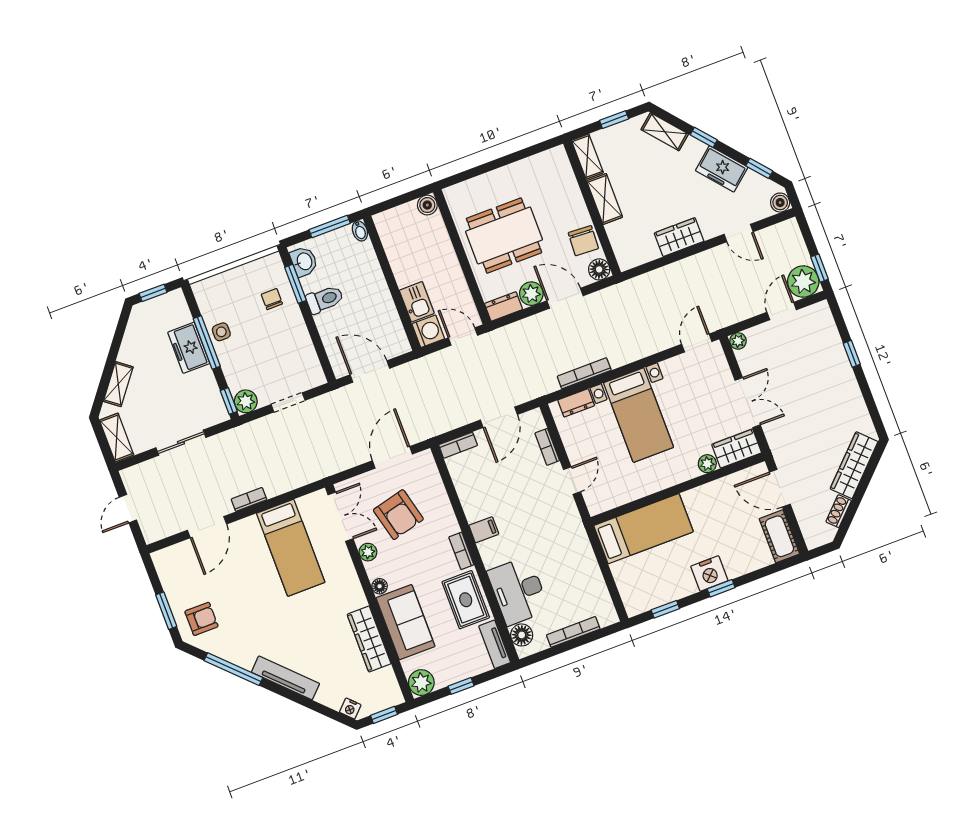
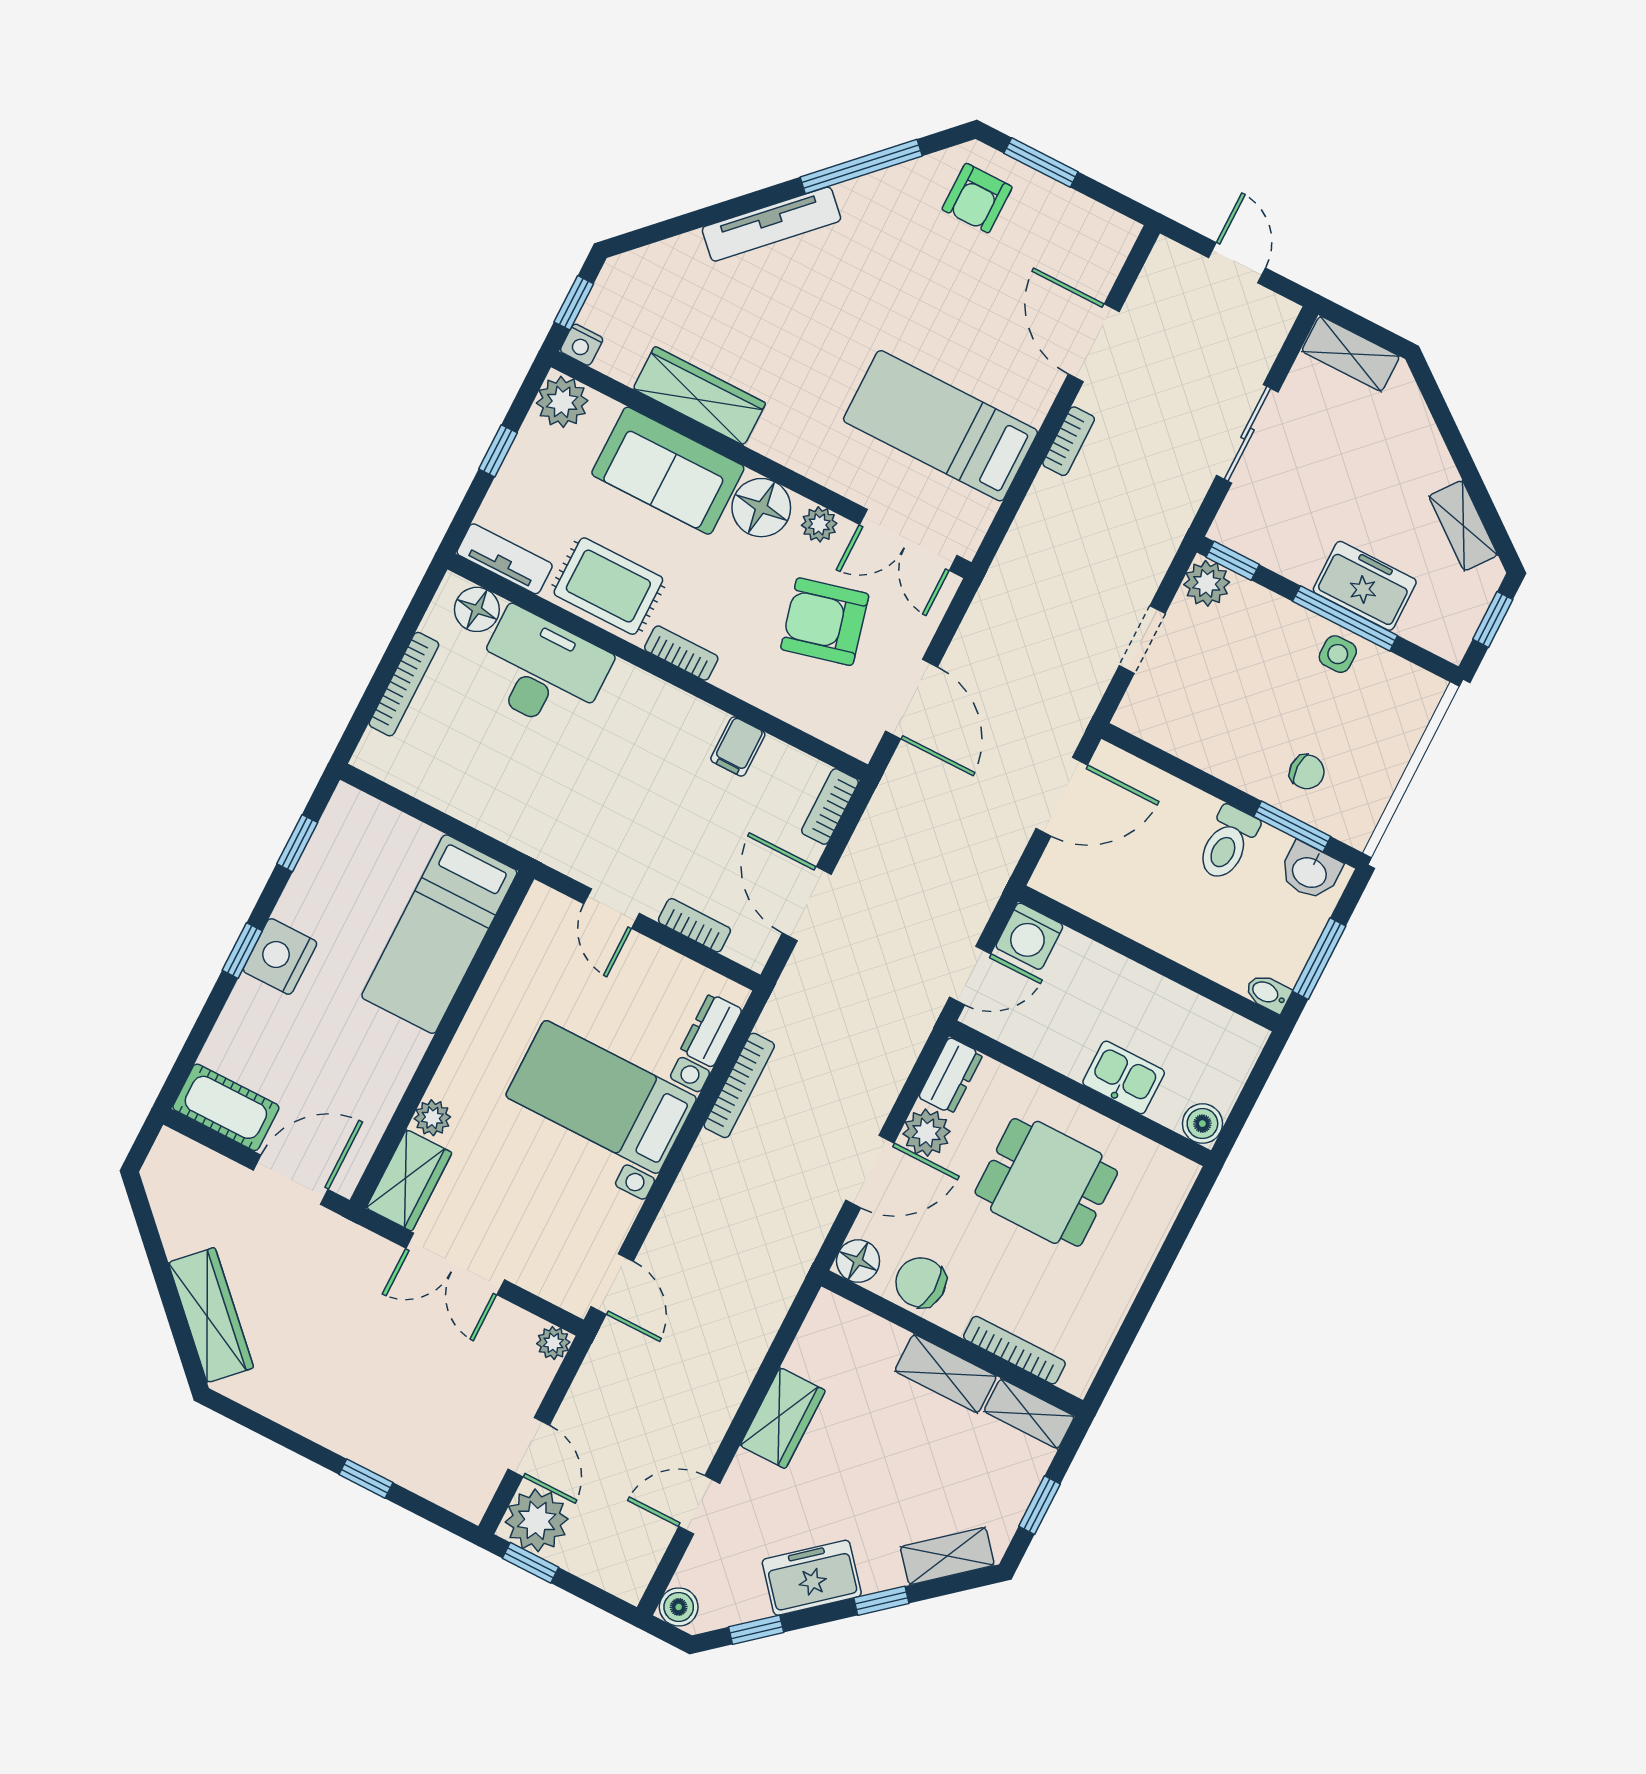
bookcase: (572, 185) -> (1014, 1350), added
dining table: (504, 236) -> (1046, 1182), width x0.73
kitchen sink: (417, 302) -> (1124, 1077), moved, turned 180
shelving: (118, 384) -> (1463, 526), moved
shoe rack: (839, 511) -> (172, 1225), removed
filing cabinet: (484, 530) -> (738, 747), moved
floor lamp: (380, 586) -> (761, 508), width x1.89, depth x1.89
nightstand: (350, 709) -> (582, 345), moved, turned -135

